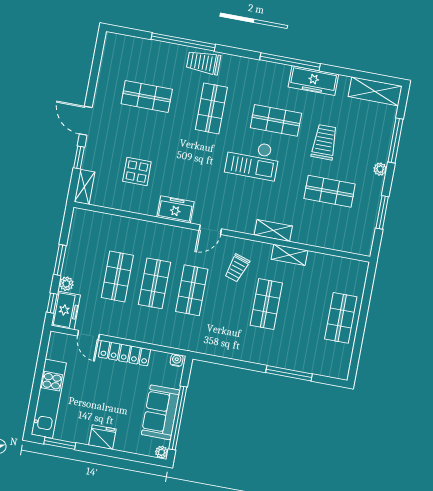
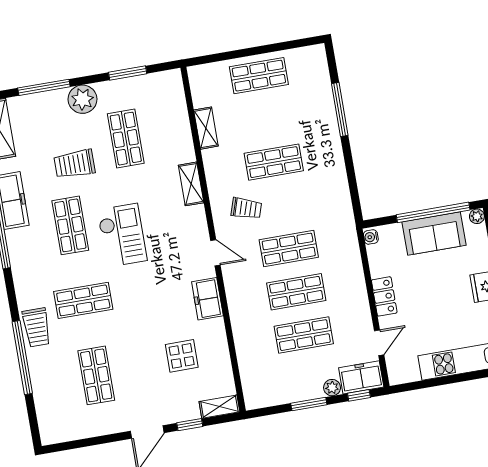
plant: (380, 169) -> (82, 99), width x1.88, depth x1.88
shelving: (289, 255) -> (206, 128), moved
locker: (124, 353) -> (384, 296), width x0.66

